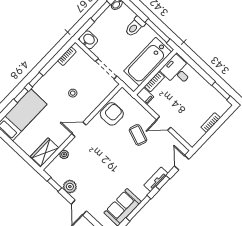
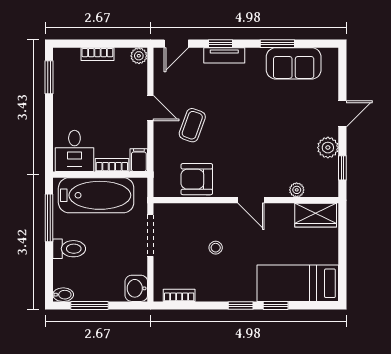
plant: (192, 141) -> (139, 56), added
window: (138, 208) -> (277, 44), width x0.69

